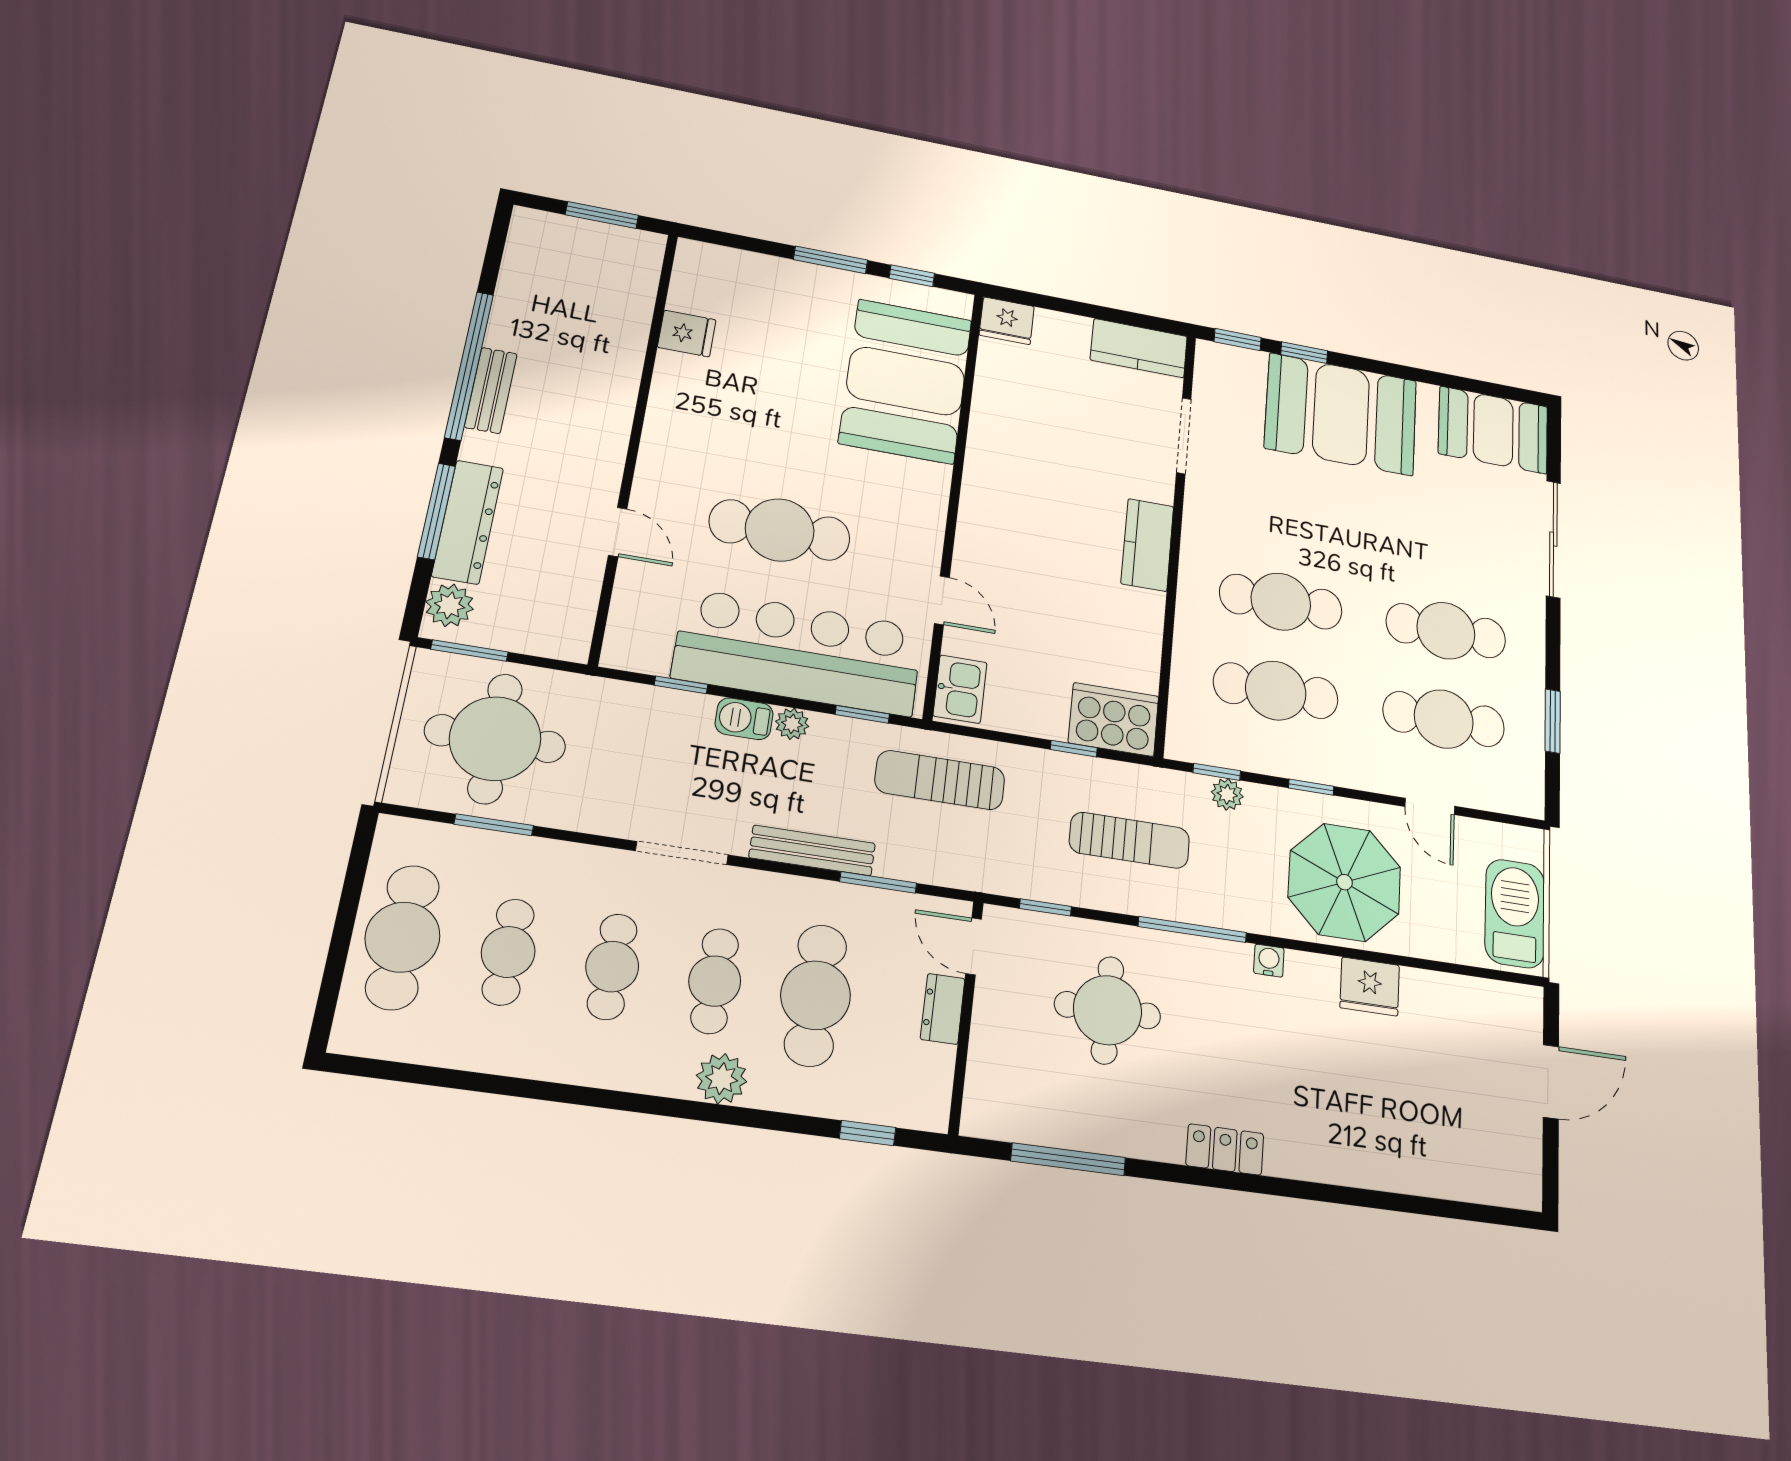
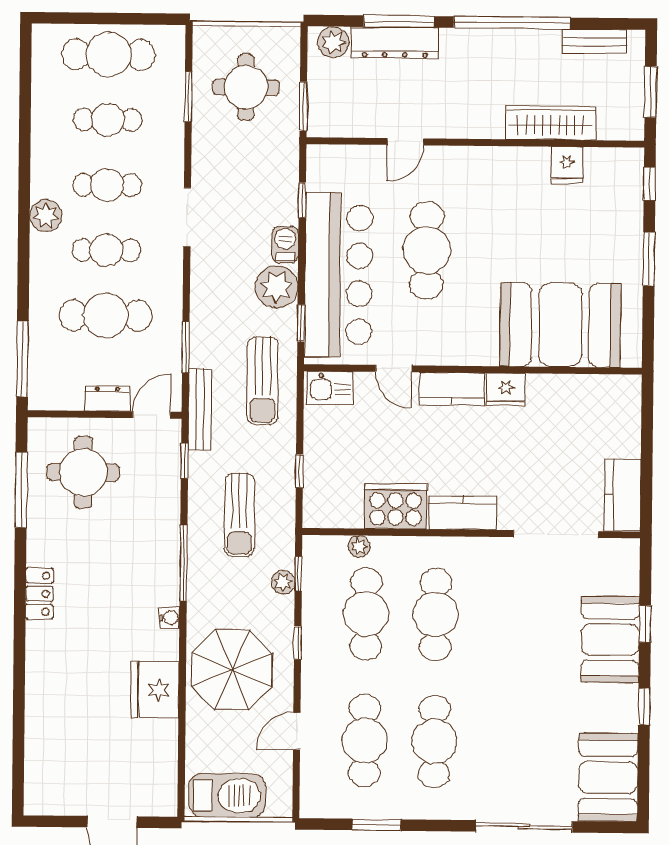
window: (912, 276) -> (650, 184), moved
fridge: (1007, 321) -> (506, 390), moved, turned -90
window: (1238, 340) -> (644, 706), moved
wardrobe: (623, 342) -> (551, 122), added
bench: (491, 390) -> (595, 41), moved
booth: (1341, 414) -> (610, 640), width x0.73, depth x0.70
doorway: (1184, 436) -> (556, 534), width x1.36
kitchen counter: (978, 530) -> (452, 389), added
door: (942, 600) -> (394, 369), hinge flipped
window: (470, 651) -> (303, 106), moved
plant: (1184, 685) -> (359, 546), added
cooker: (1114, 719) -> (396, 506), moved, turned -90
plant: (792, 724) -> (277, 287), width x1.88, depth x1.88
round table: (495, 739) -> (246, 87), width x0.73, depth x0.73
sun lounger: (940, 780) -> (263, 381), turned 180
bench: (812, 850) -> (200, 409), moved
fridge: (1370, 986) -> (155, 690), width x1.36, depth x1.34
round table: (1108, 1010) -> (83, 472), moved
plant: (722, 1079) -> (46, 216), moved
window: (868, 1133) -> (22, 359), width x2.17

